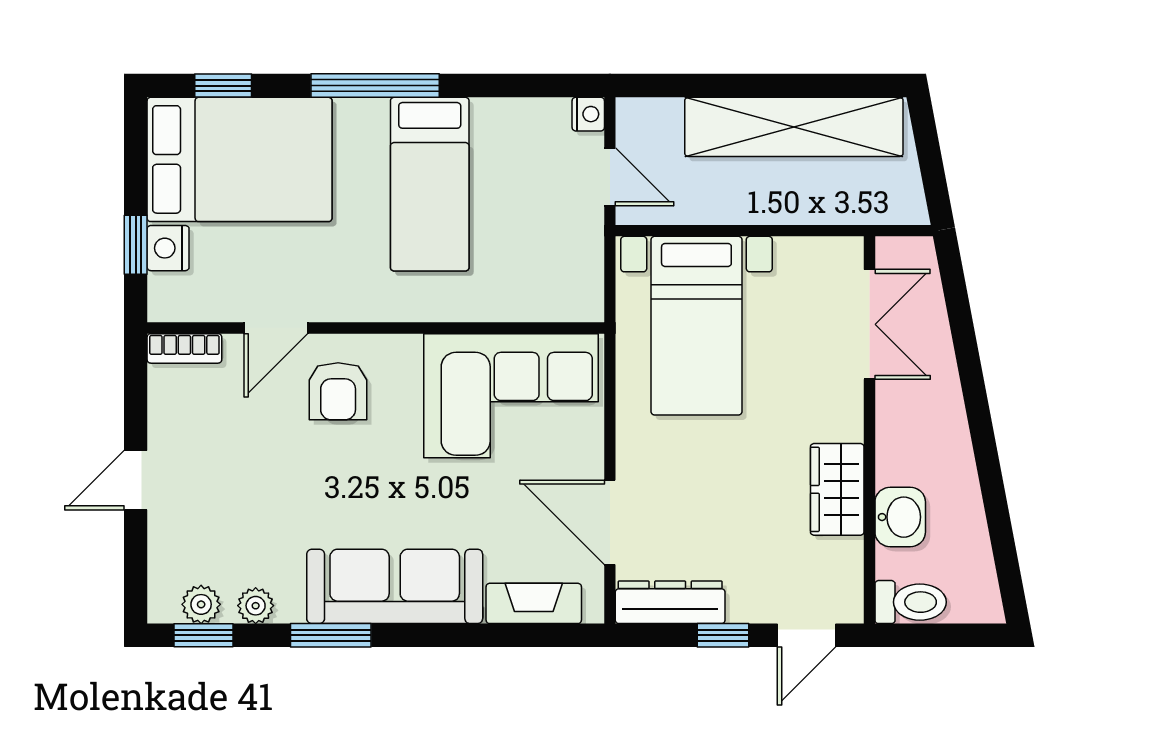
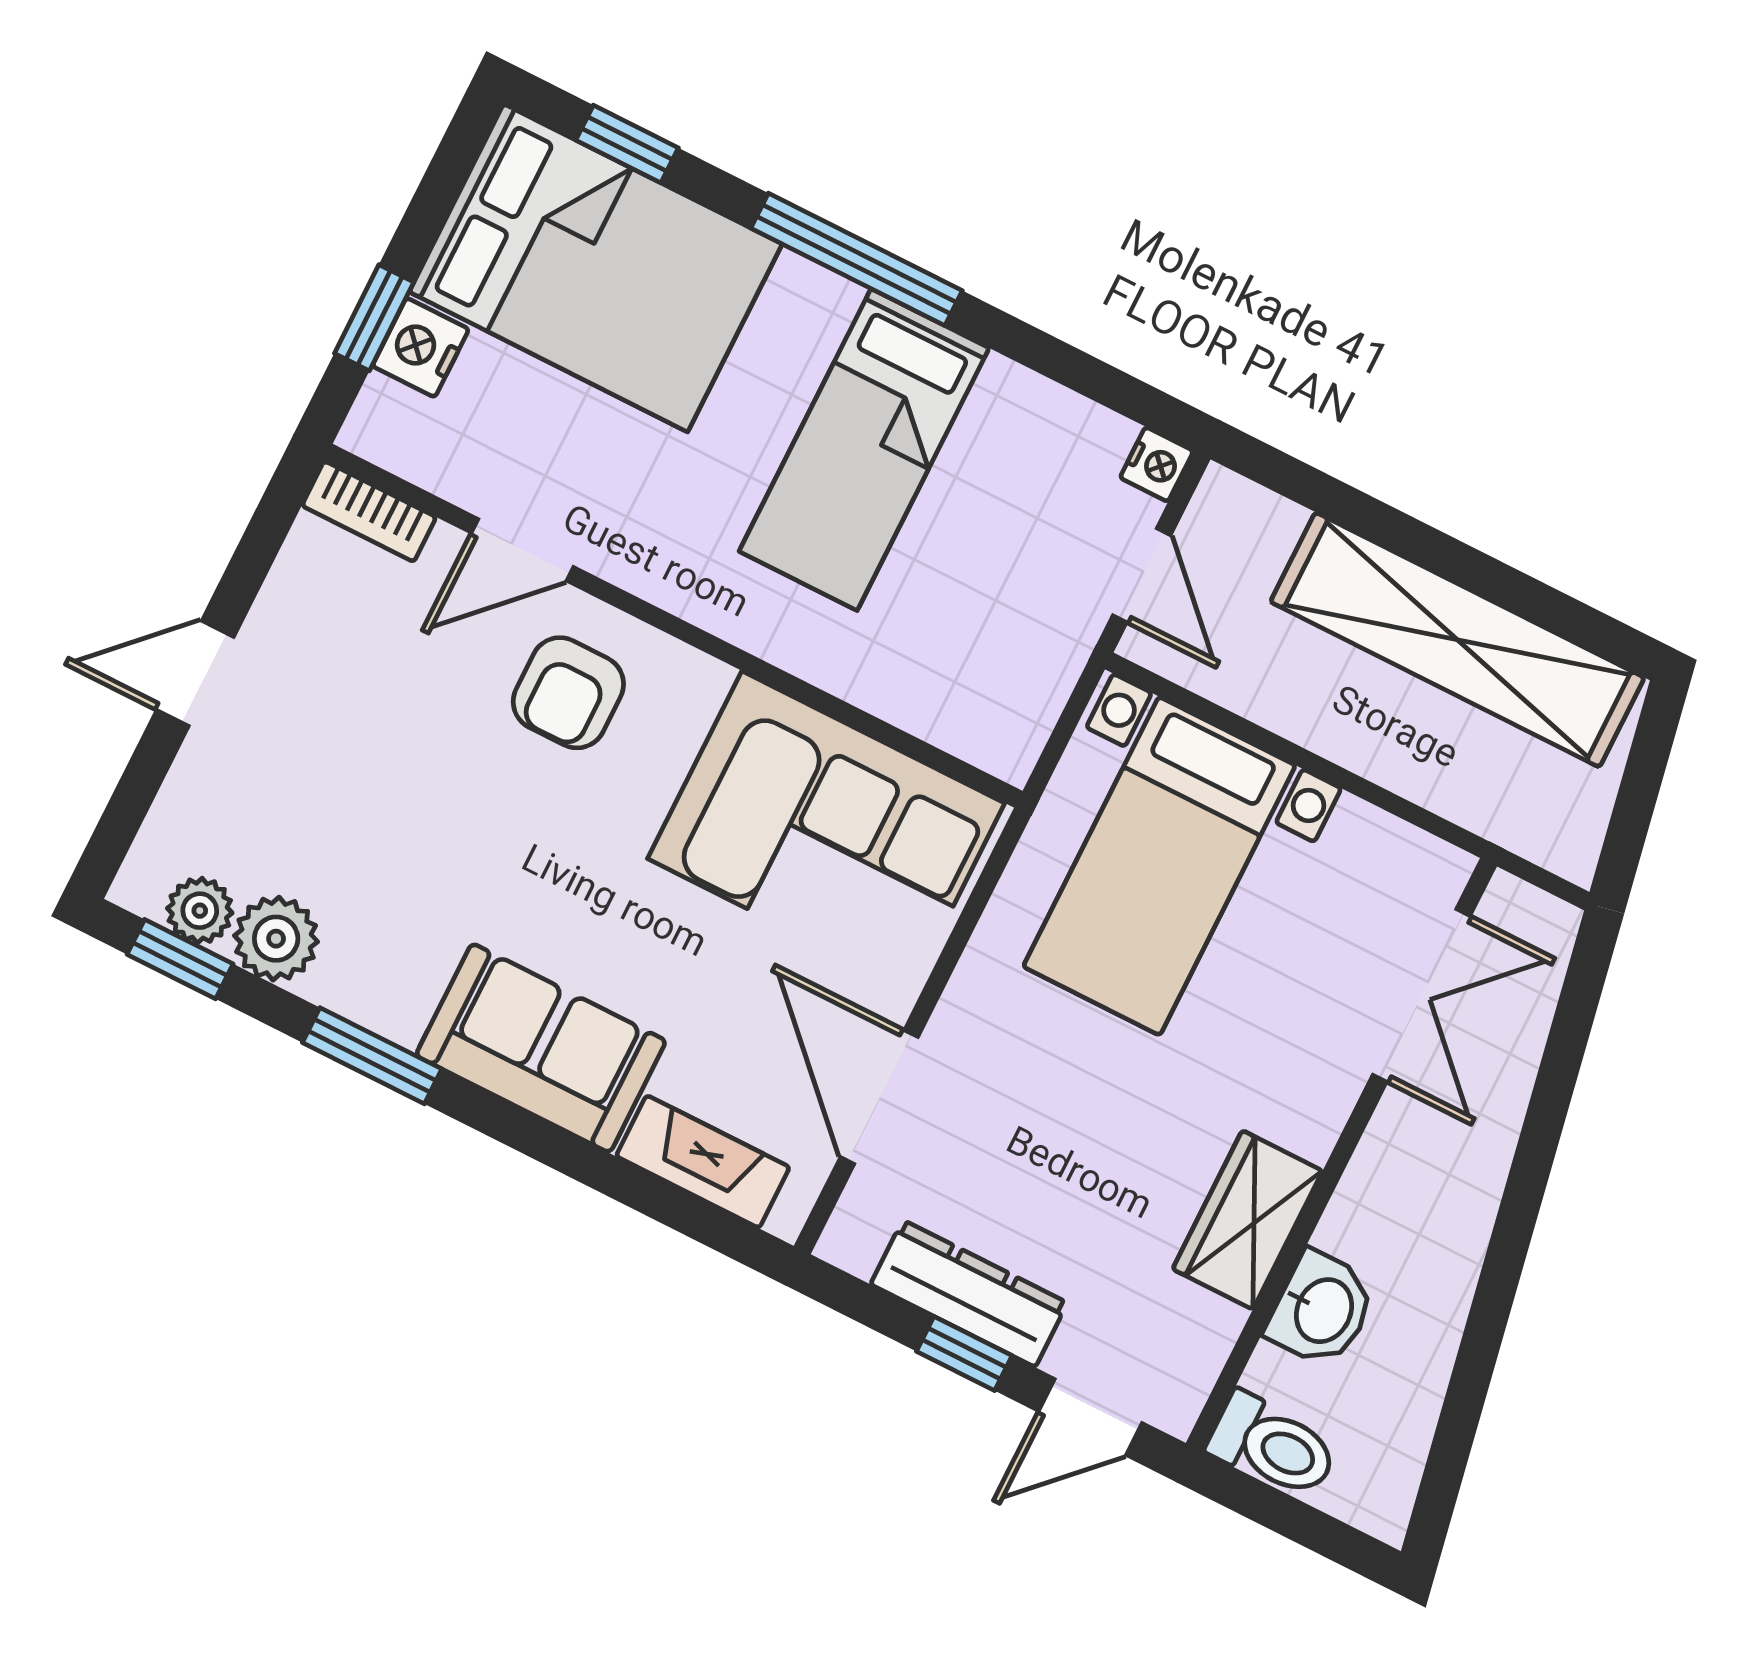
sofa: (395, 586) -> (541, 1048), width x0.73
dresser: (670, 602) -> (969, 1293), moved
plant: (256, 606) -> (276, 939), width x1.38, depth x1.38

